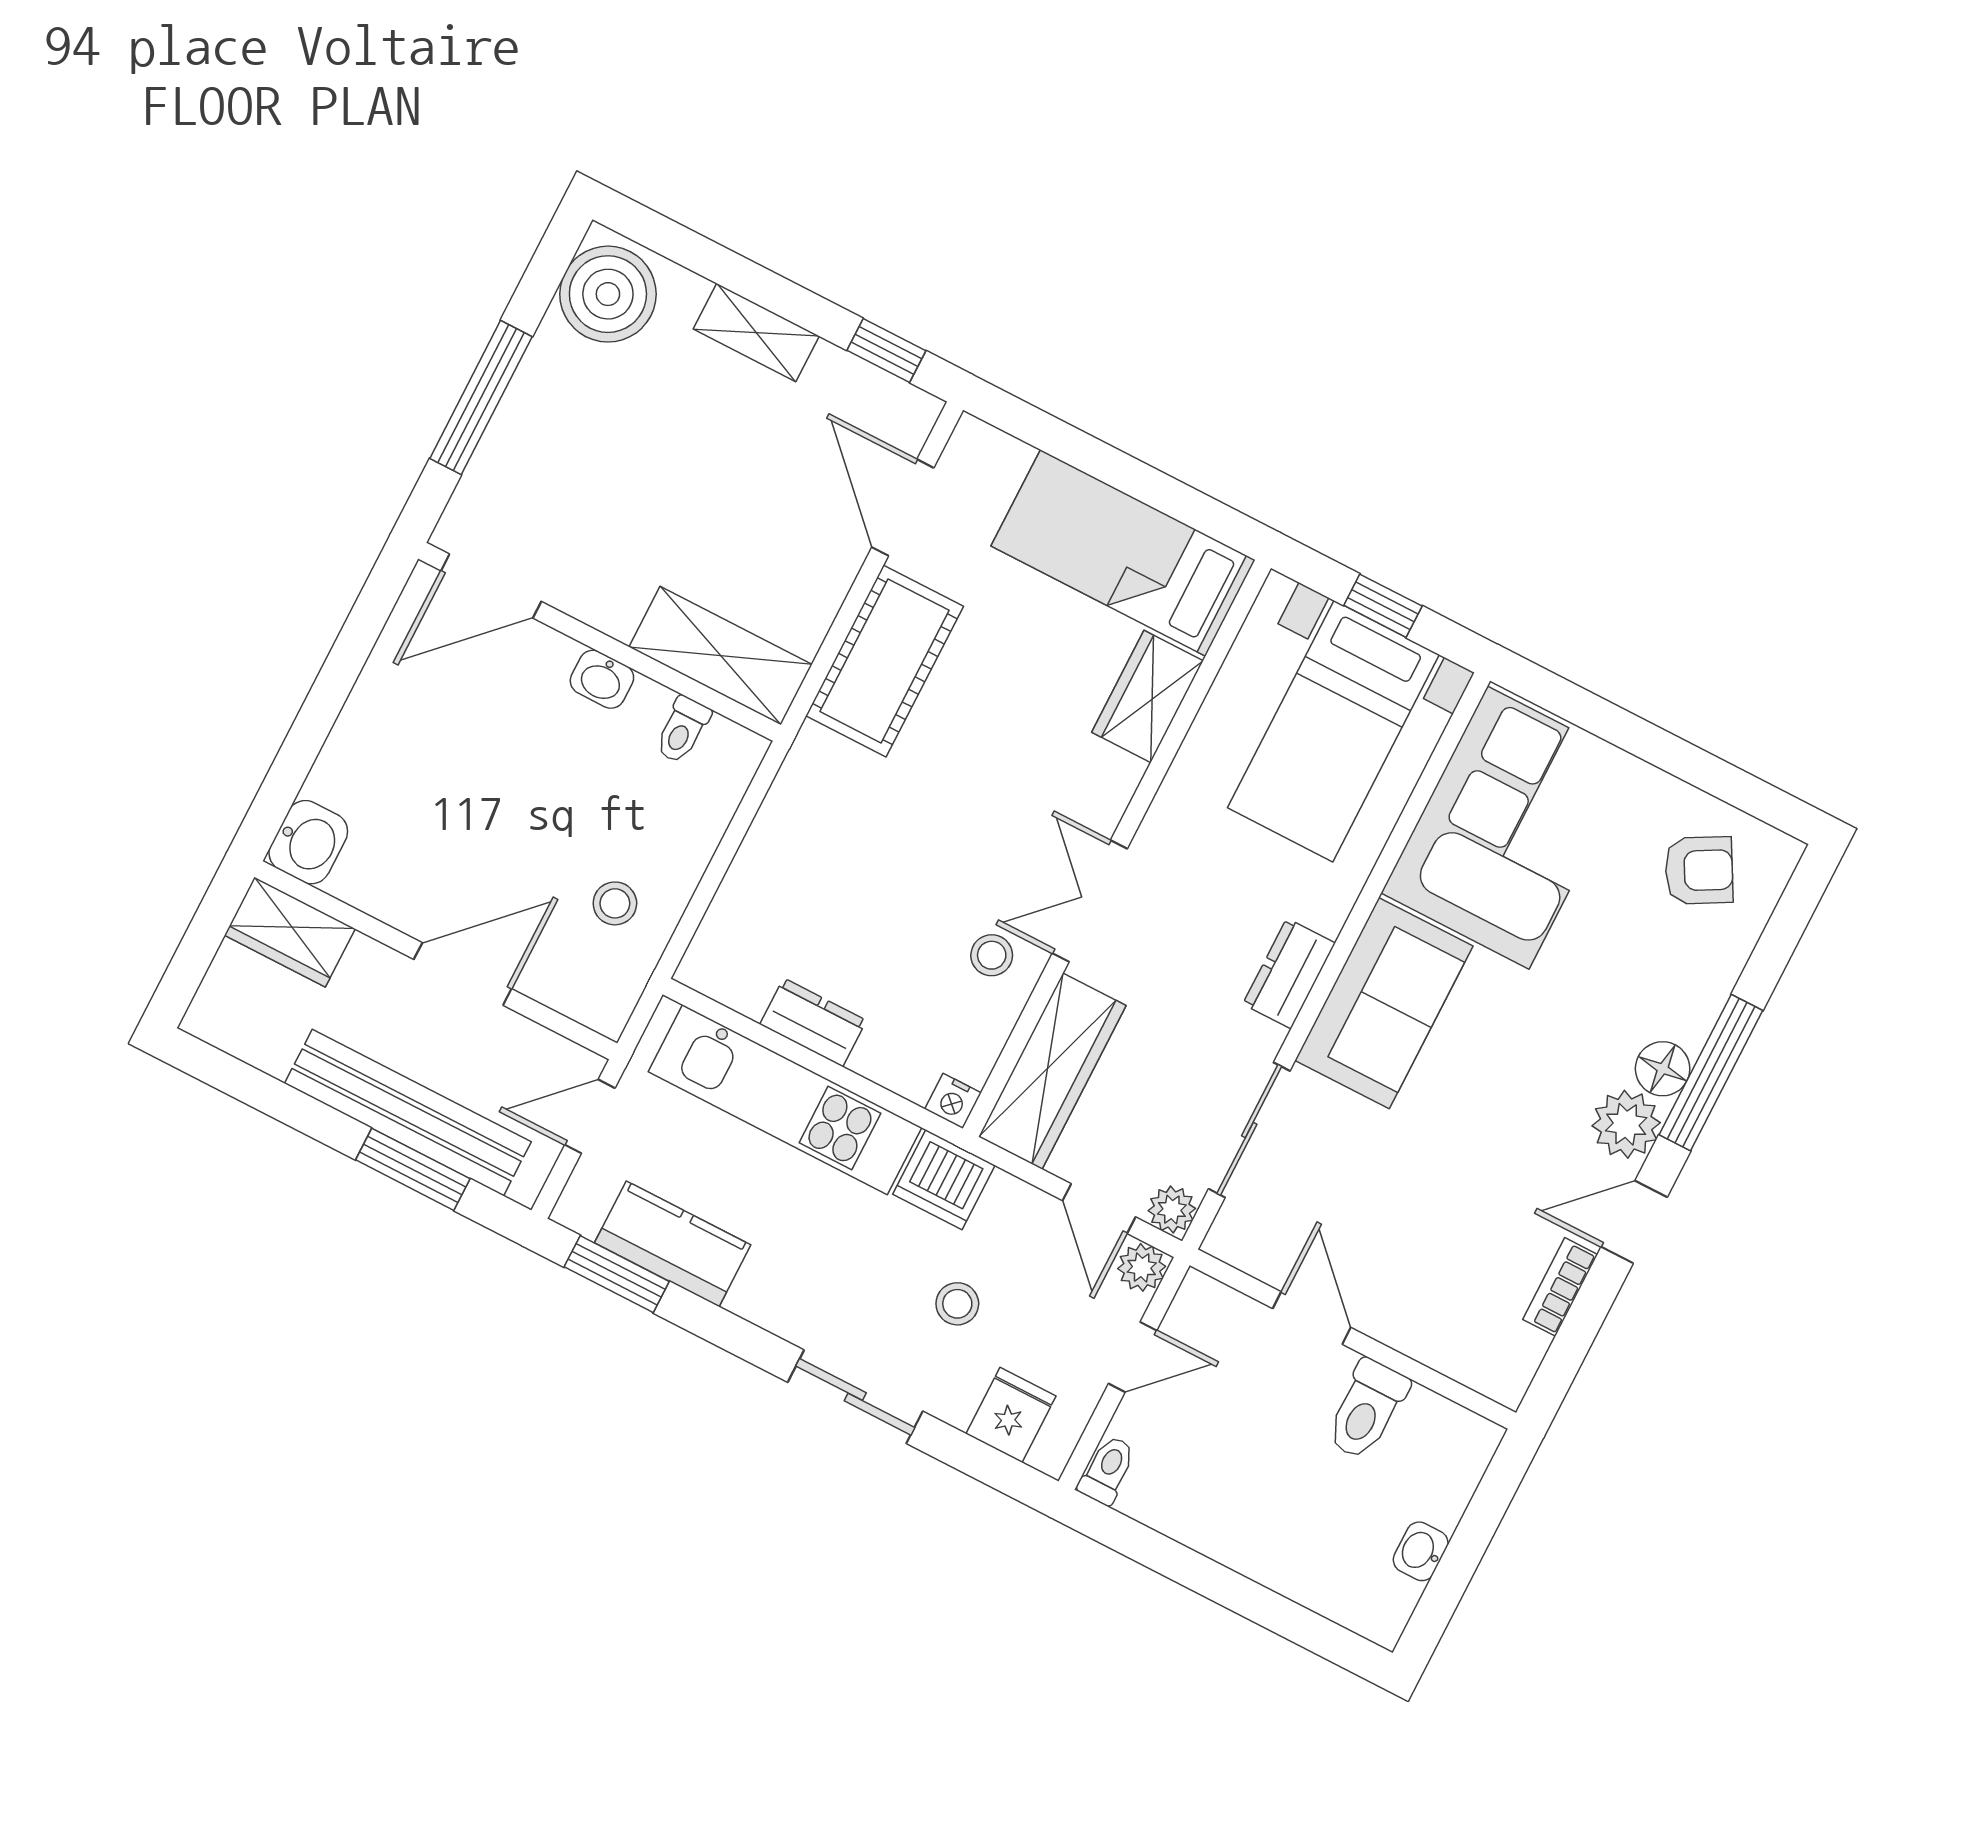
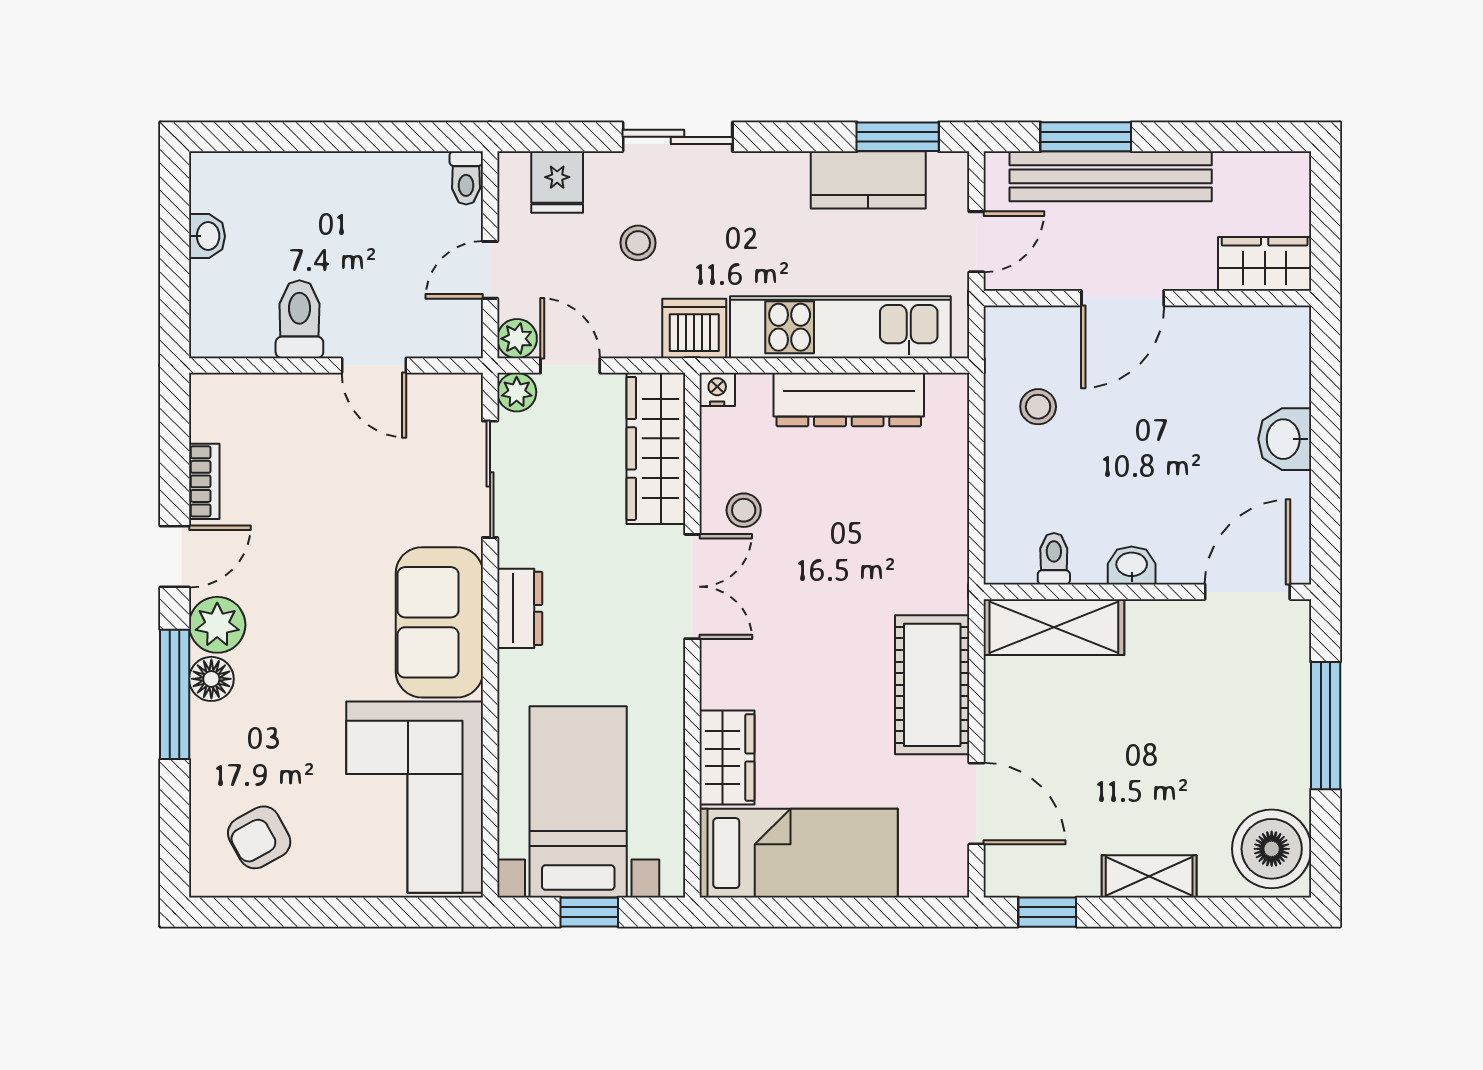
washbasin: (308, 842) -> (1285, 439), moved
dresser: (813, 1022) -> (849, 400), width x1.96, depth x1.24

